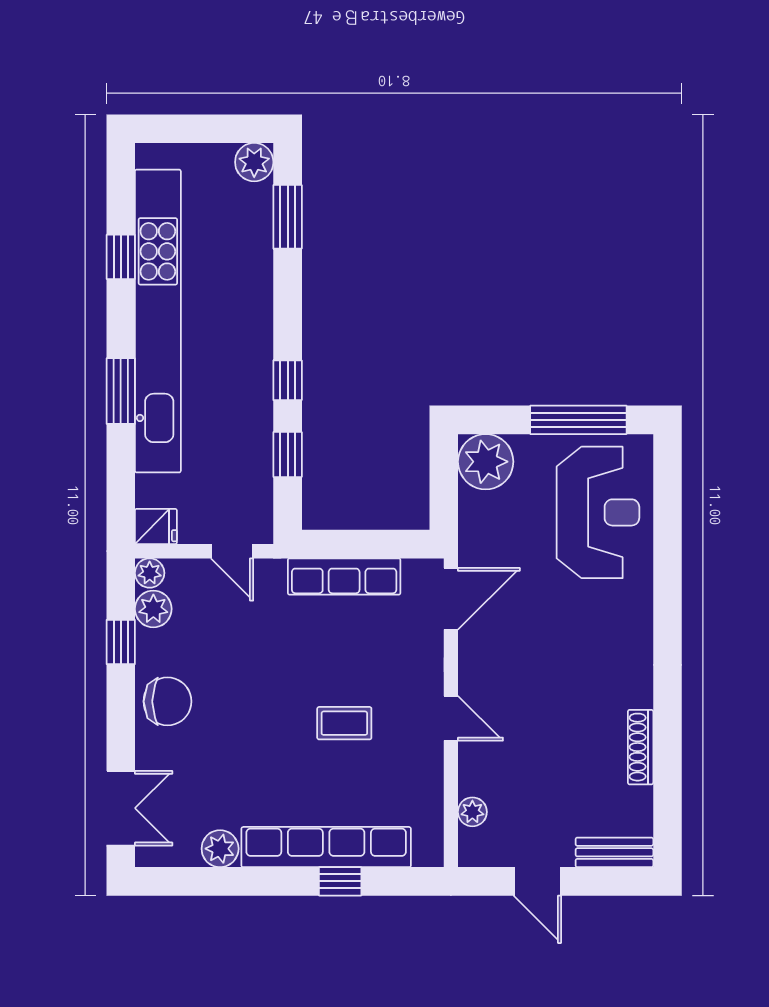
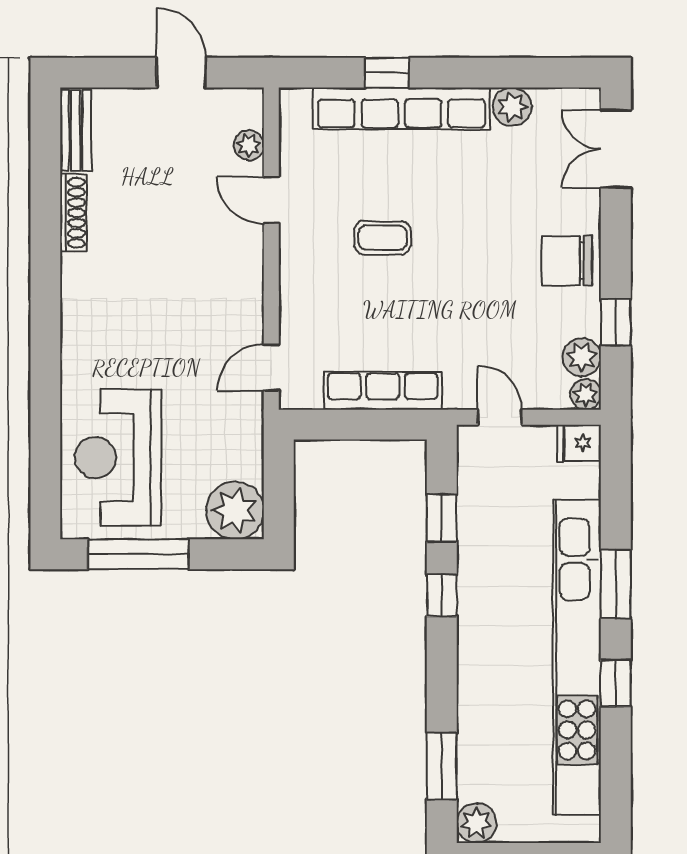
window: (121, 257) -> (616, 683), moved
door: (451, 599) -> (271, 368), width x0.73
door: (451, 718) -> (271, 200), moved
bench: (614, 852) -> (76, 130), moved, turned 90

